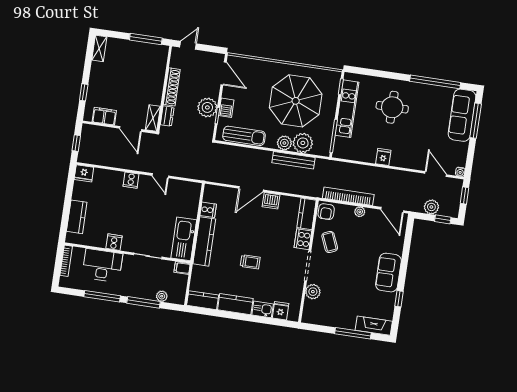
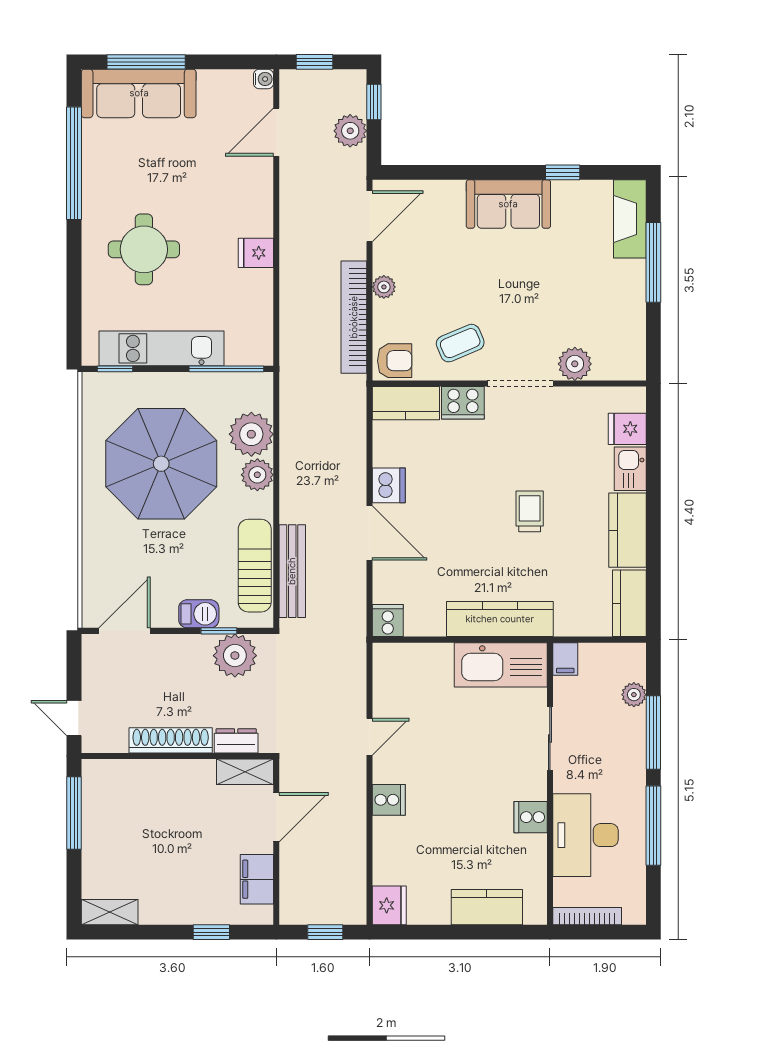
plant: (207, 107) -> (235, 656), moved
bench: (293, 160) -> (292, 571), moved
cooker: (208, 210) -> (388, 621), moved

